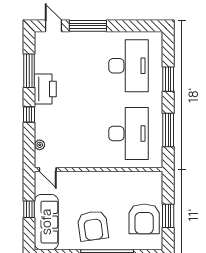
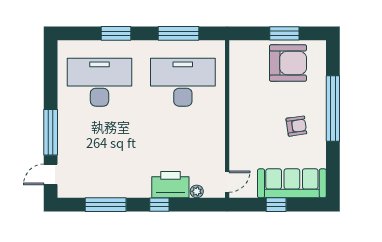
printer: (45, 89) -> (170, 185), moved
armchair: (93, 226) -> (296, 126), width x0.53, depth x0.53

